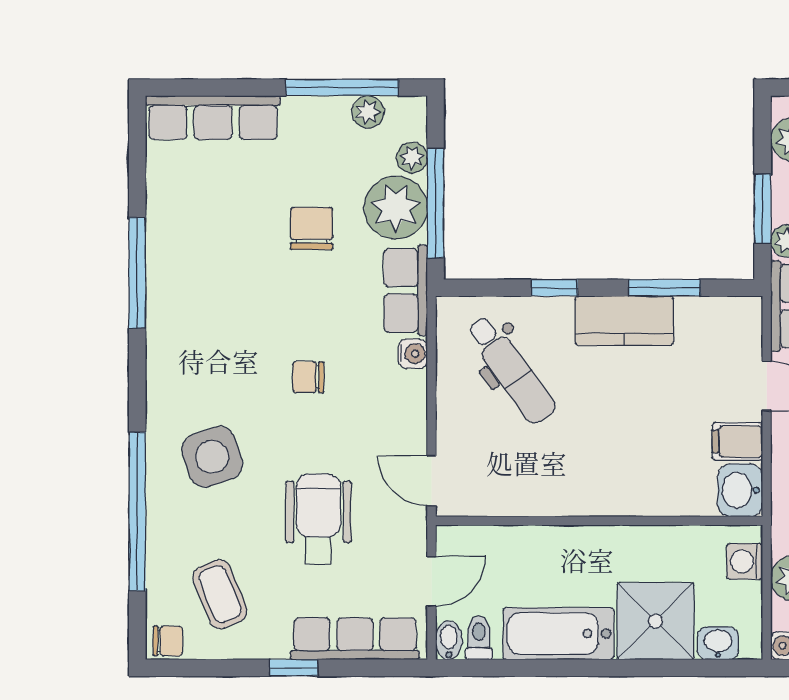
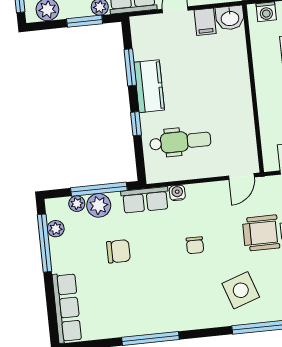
plant: (396, 208) -> (99, 205), width x0.73, depth x0.73
chair: (312, 228) -> (118, 251), turned 180
dental chair: (511, 370) -> (180, 142), turned 36

